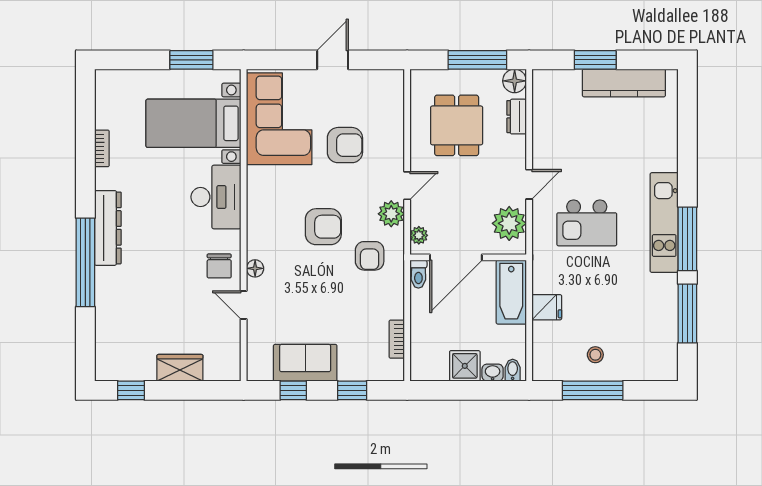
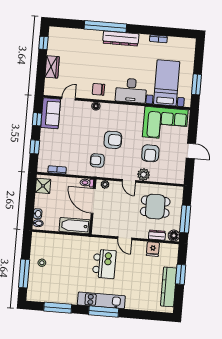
plant: (391, 214) -> (143, 175), moved
plant: (509, 223) -> (107, 227), removed
kitchen island: (587, 223) -> (104, 264), turned 180
armchair: (323, 227) -> (113, 140), turned -90
window: (687, 239) -> (104, 312), moved
door: (244, 305) -> (69, 98), moved
fridge: (547, 307) -> (153, 249), moved
sofa: (305, 363) -> (51, 113), moved
shower: (465, 366) -> (43, 186), moved
window: (593, 390) -> (24, 273), moved

